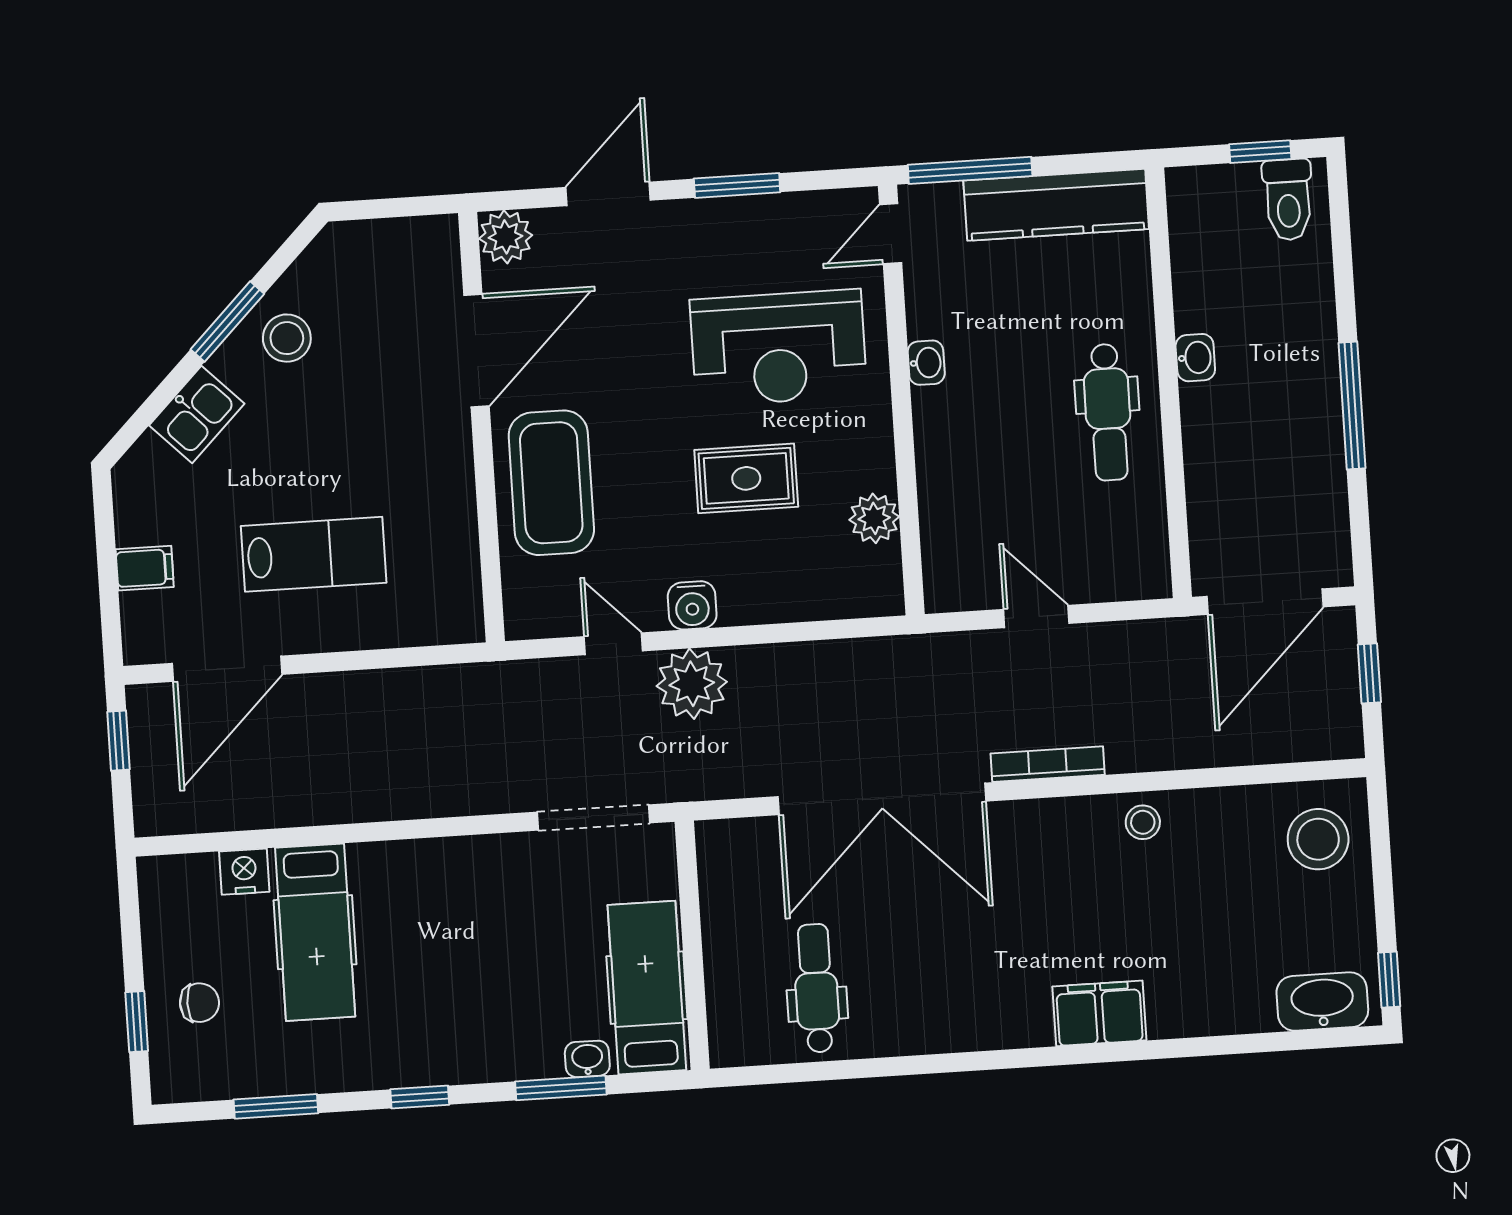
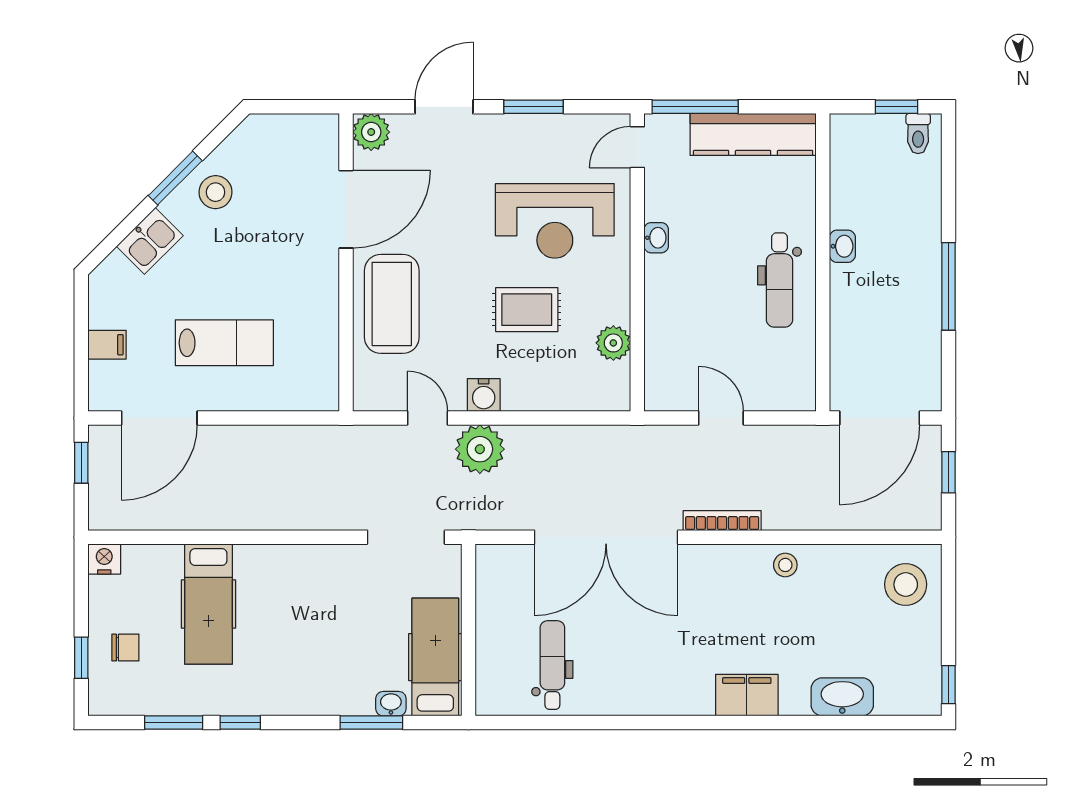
toilet: (1288, 200) -> (918, 134), width x0.73, depth x0.72
nightstand: (244, 872) -> (104, 559), moved
washbasin: (1322, 1002) -> (842, 697), moved
window: (420, 1097) -> (240, 723), moved

